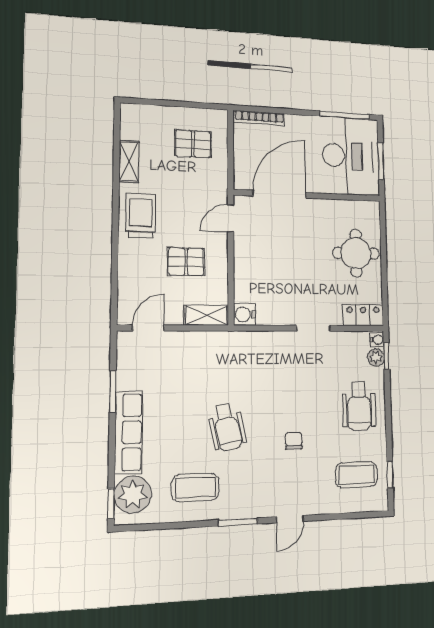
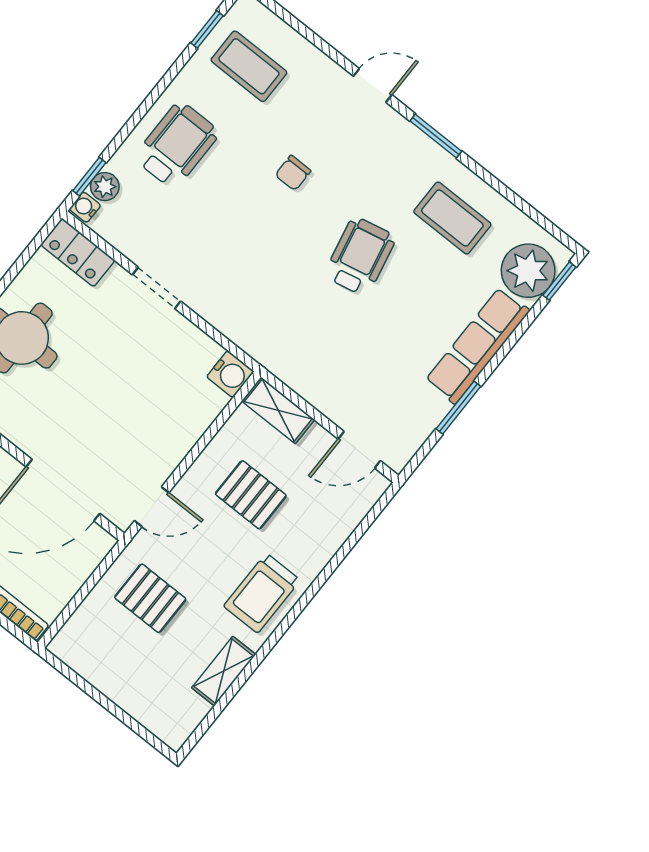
pallet: (193, 144) -> (150, 598), moved

